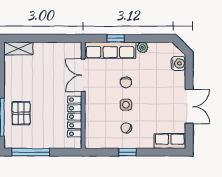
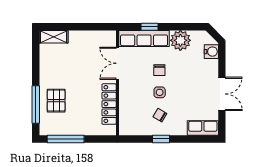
plant: (142, 47) -> (180, 40), width x1.87, depth x1.87

